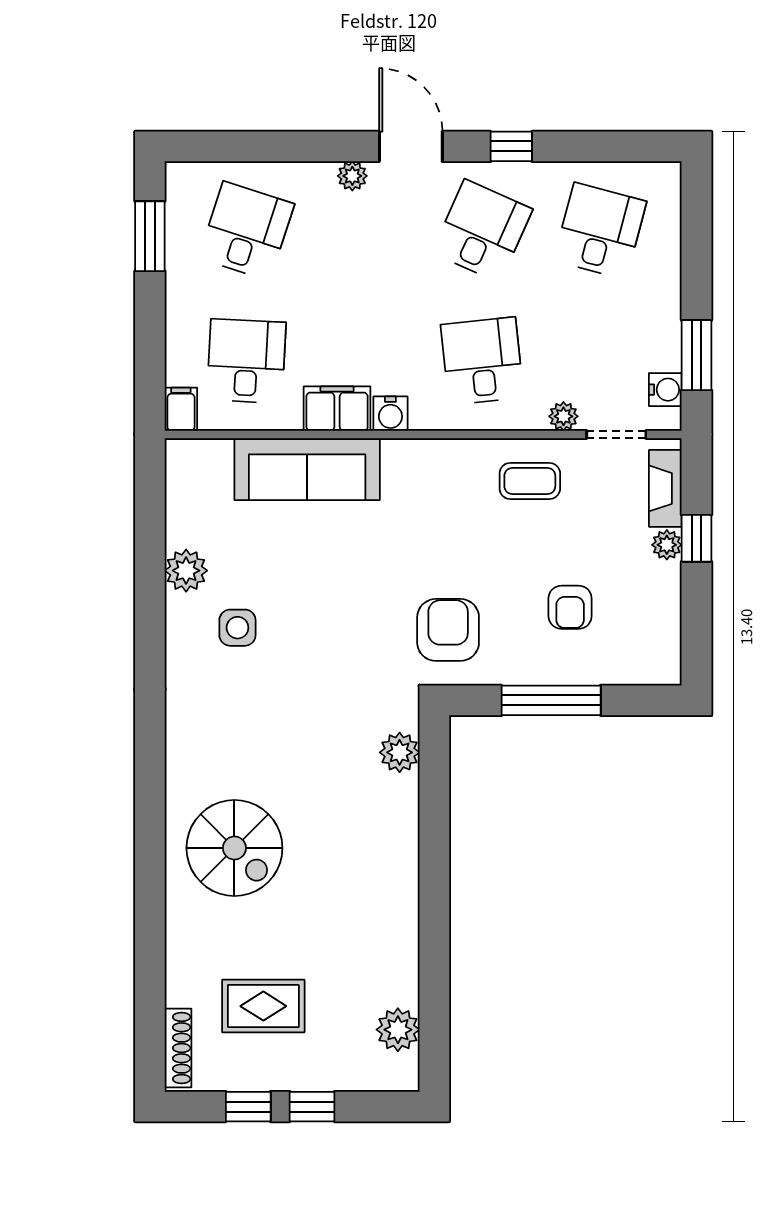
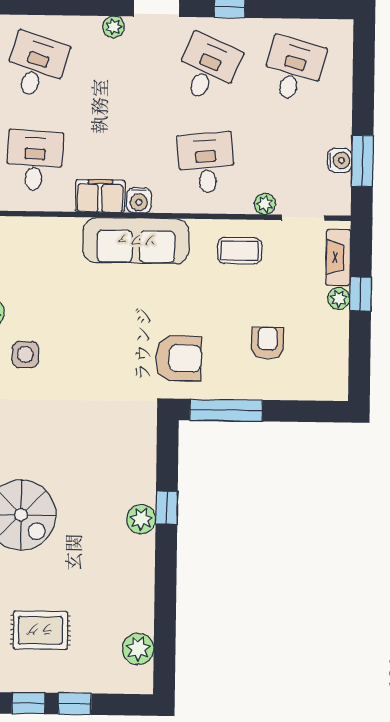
water cooler: (665, 390) -> (340, 160), moved
sofa: (307, 469) -> (136, 241), moved
armchair: (570, 607) -> (268, 343), turned 180
armchair: (448, 630) -> (179, 358), turned 90
window: (551, 700) -> (226, 410), moved
plant: (400, 752) -> (141, 519), moved
window: (434, 835) -> (167, 508), added

